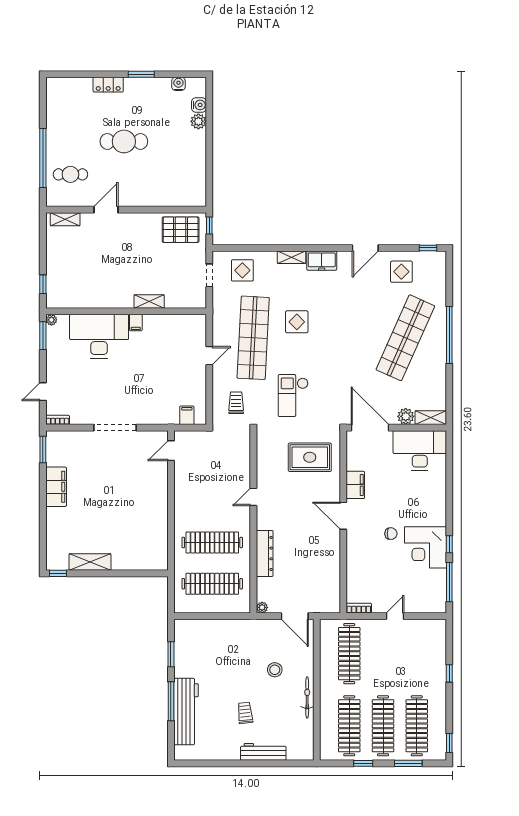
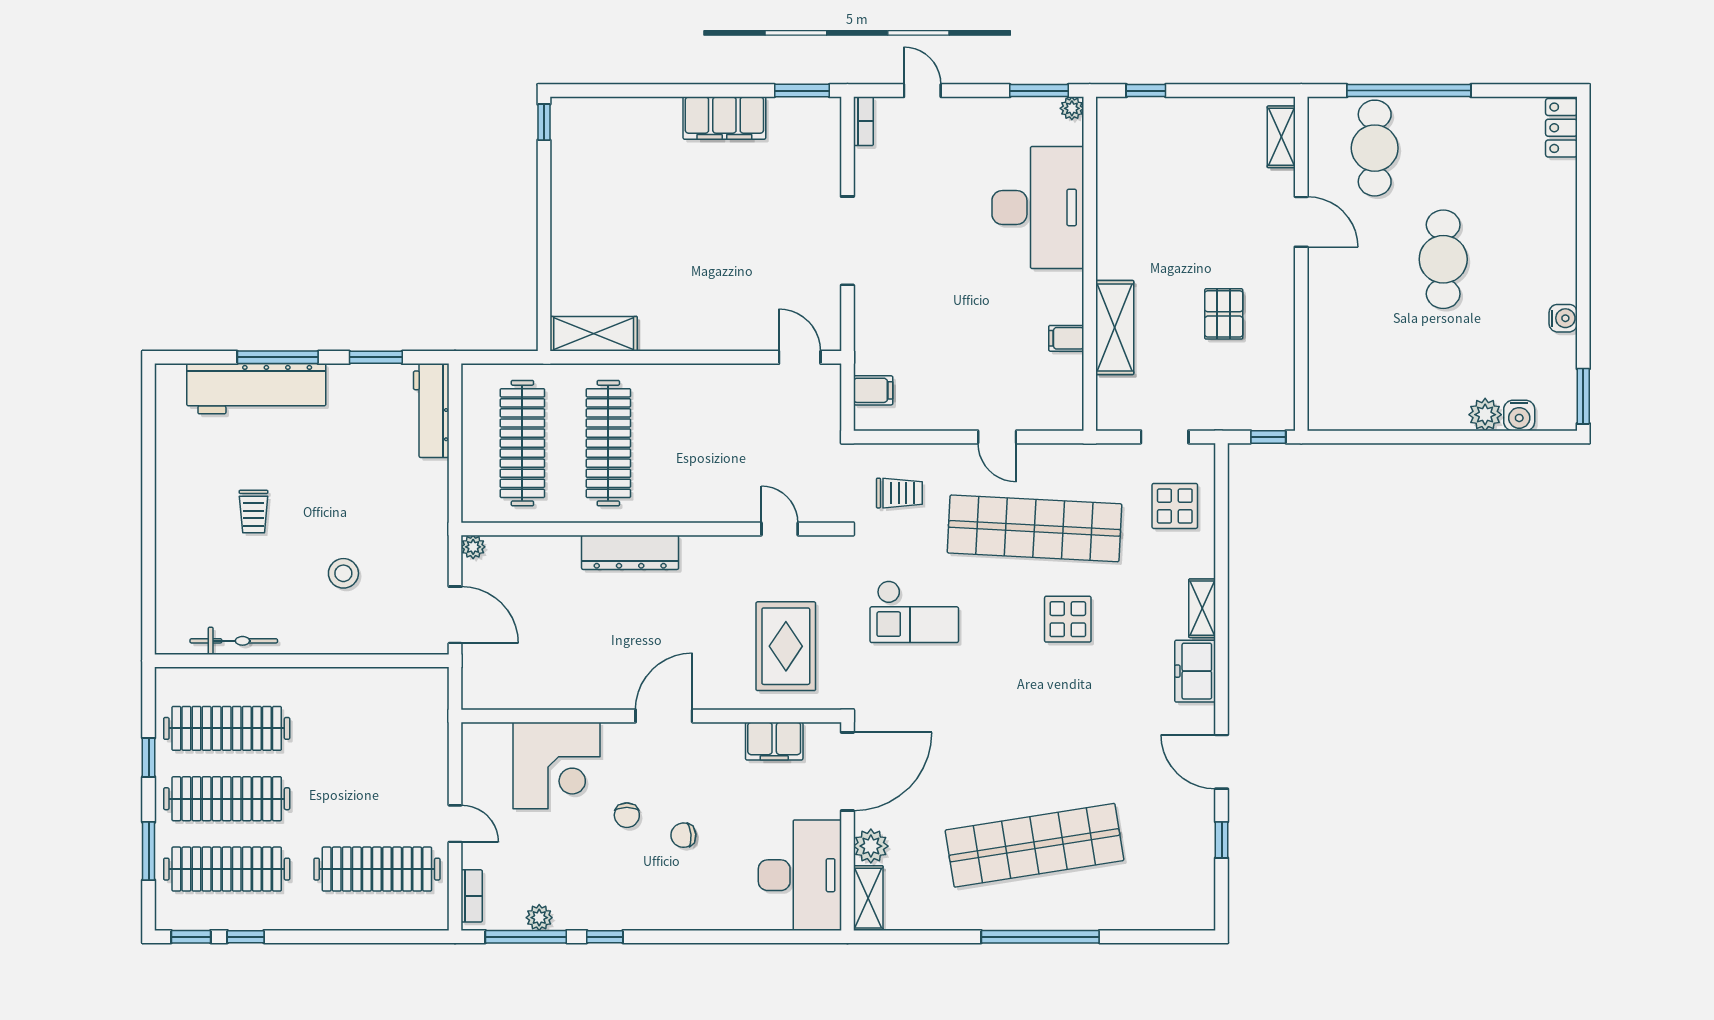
window: (141, 74) -> (1583, 396), moved
water cooler: (178, 84) -> (1563, 318), moved
locker: (108, 85) -> (1561, 128), moved
cafe table: (70, 174) -> (1375, 148), width x1.37, depth x1.35
pallet: (181, 230) -> (1224, 314), moved, width x0.67, depth x0.71
window: (428, 248) -> (1222, 840), moved
display table: (401, 272) -> (1172, 837), removed
shelving: (149, 302) -> (1115, 327), width x1.50, depth x1.33
filing cabinet: (136, 323) -> (1066, 338), moved
shop shelf: (405, 338) -> (1034, 845), turned -33
checkout: (293, 396) -> (914, 612), turned 180
filing cabinet: (355, 485) -> (774, 741), moved
door: (253, 497) -> (780, 529), moved
chair: (401, 506) -> (683, 835), added
corner desk: (425, 547) -> (557, 765), moved, turned 180
dresser: (265, 553) -> (630, 552), moved
shelving: (90, 562) -> (594, 334), moved, turned 90
plant: (440, 576) -> (539, 918), added
bookcase: (359, 608) -> (472, 896), moved
door: (295, 616) -> (455, 615), swing flipped
clothes rail: (349, 654) -> (377, 869), moved
window: (449, 673) -> (246, 937), moved
bicycle: (307, 697) -> (234, 641), moved
trolley: (245, 713) -> (254, 512), turned 96
workbench: (263, 752) -> (431, 410), moved, turned 180

